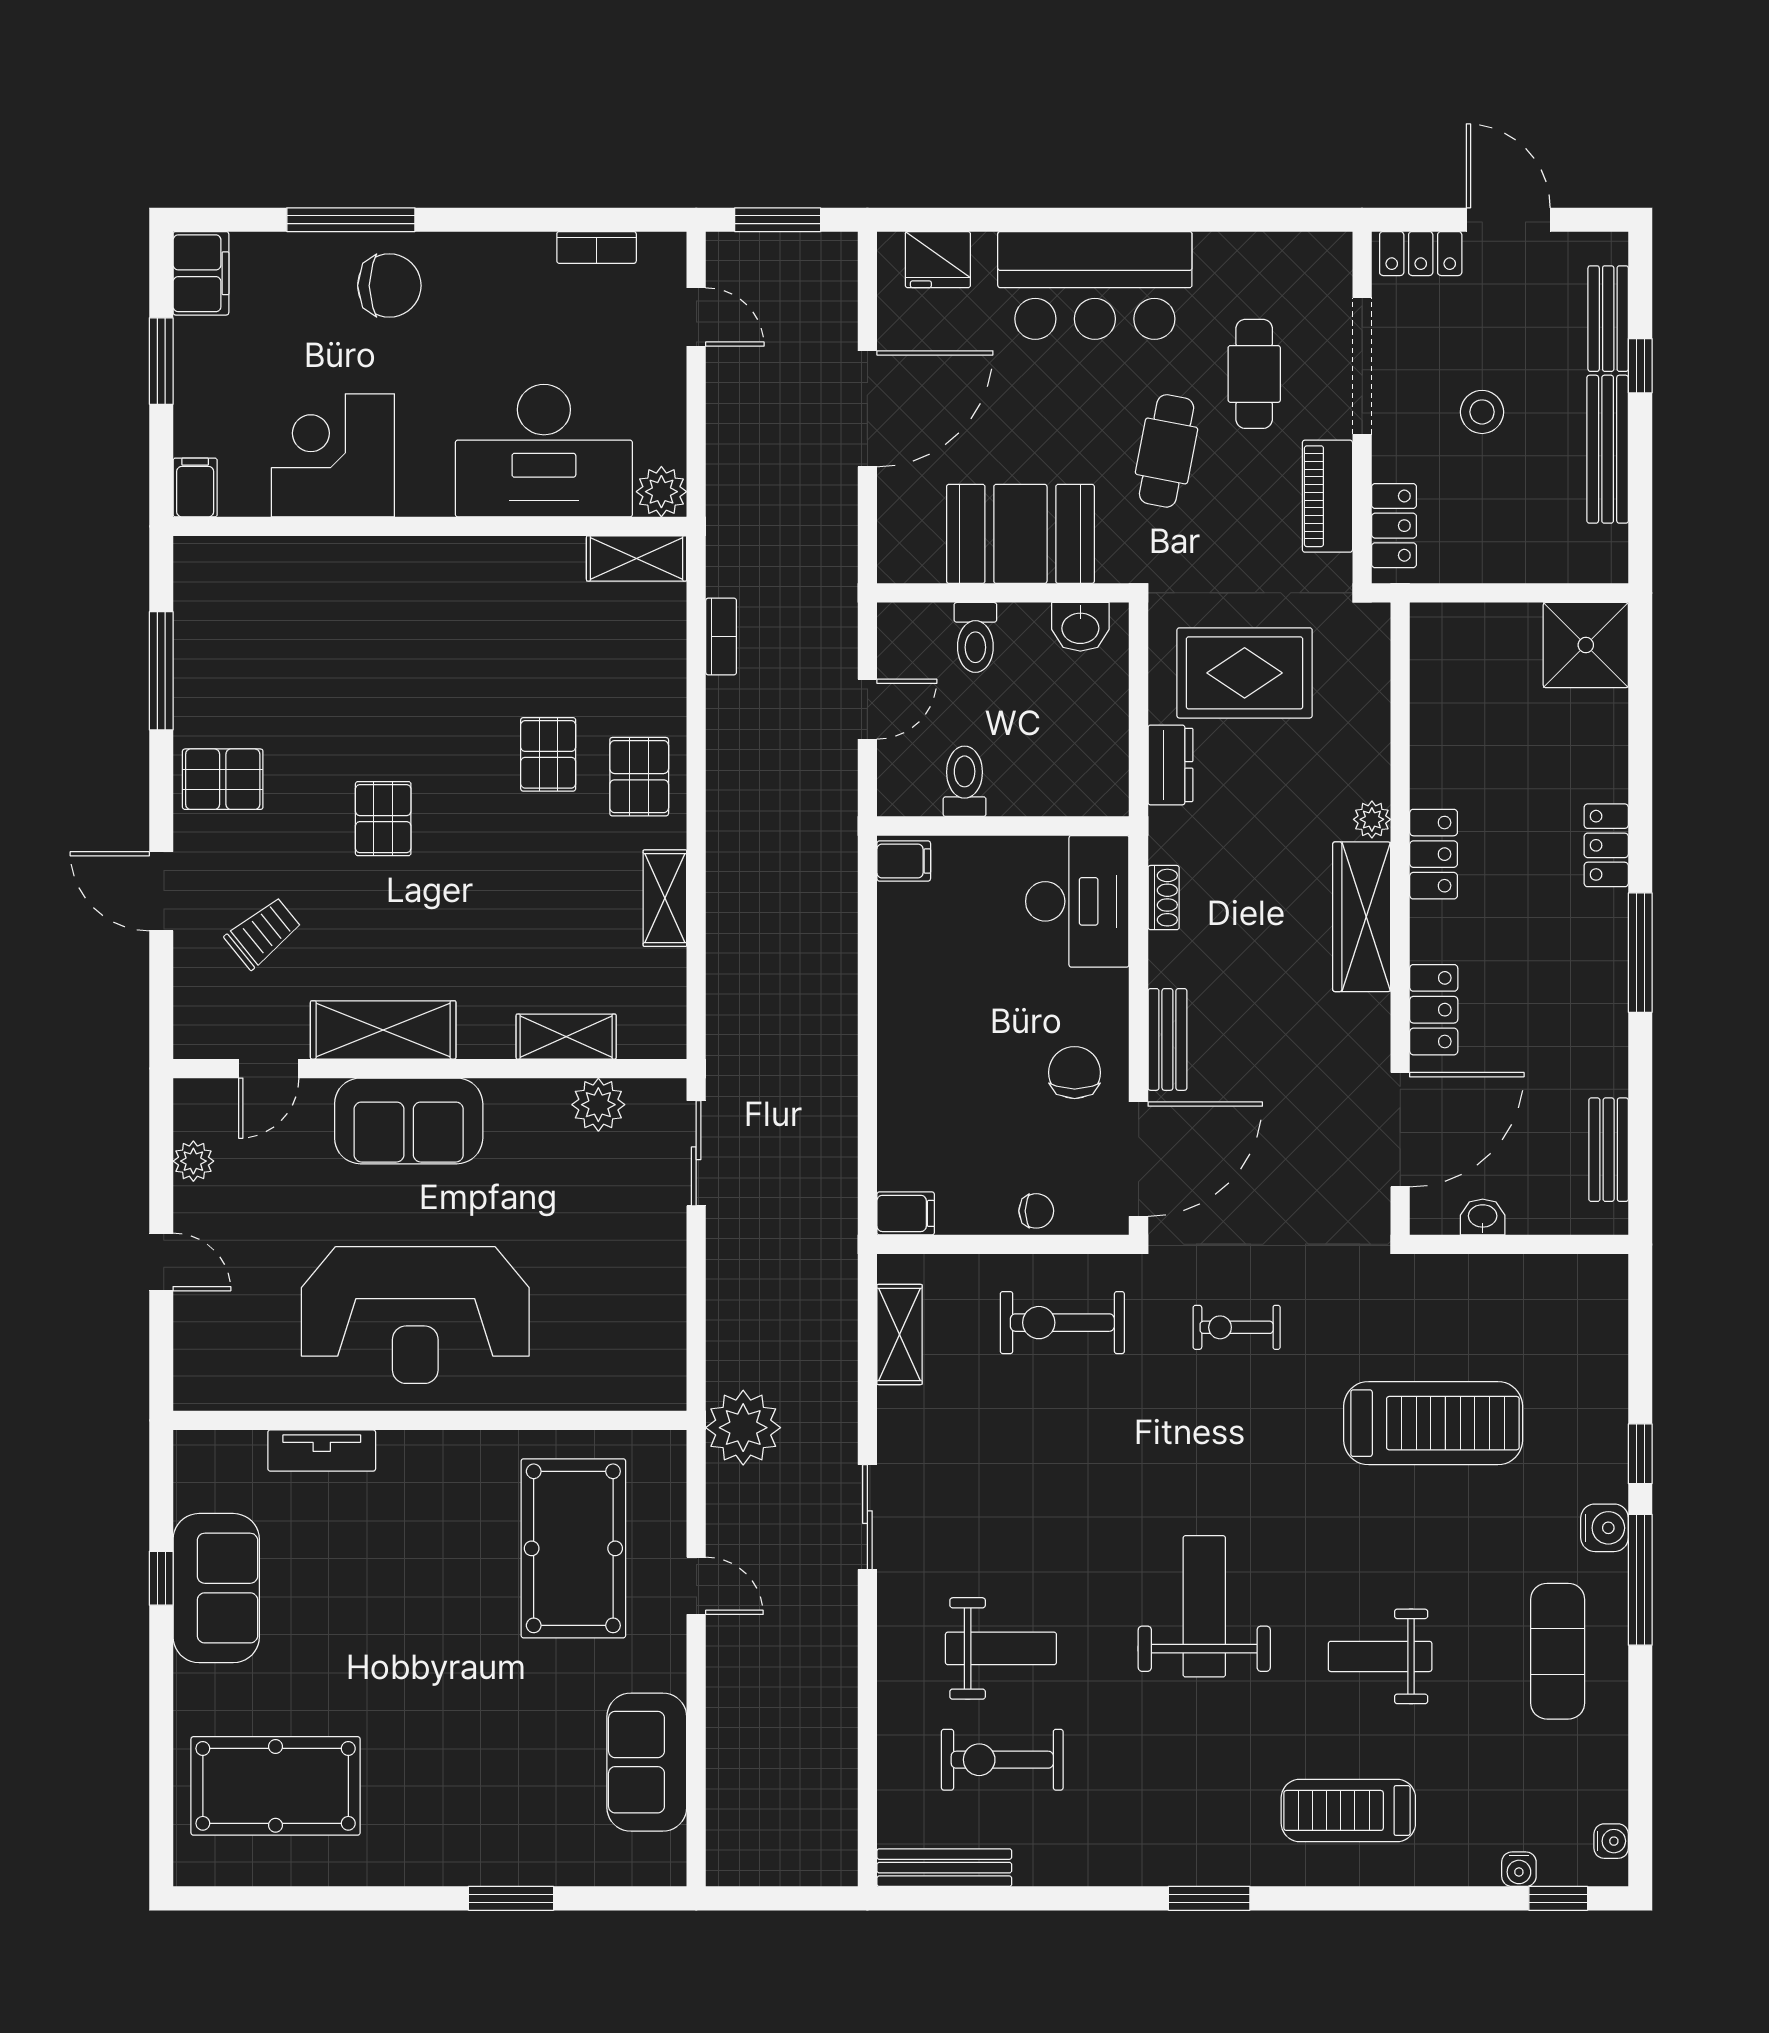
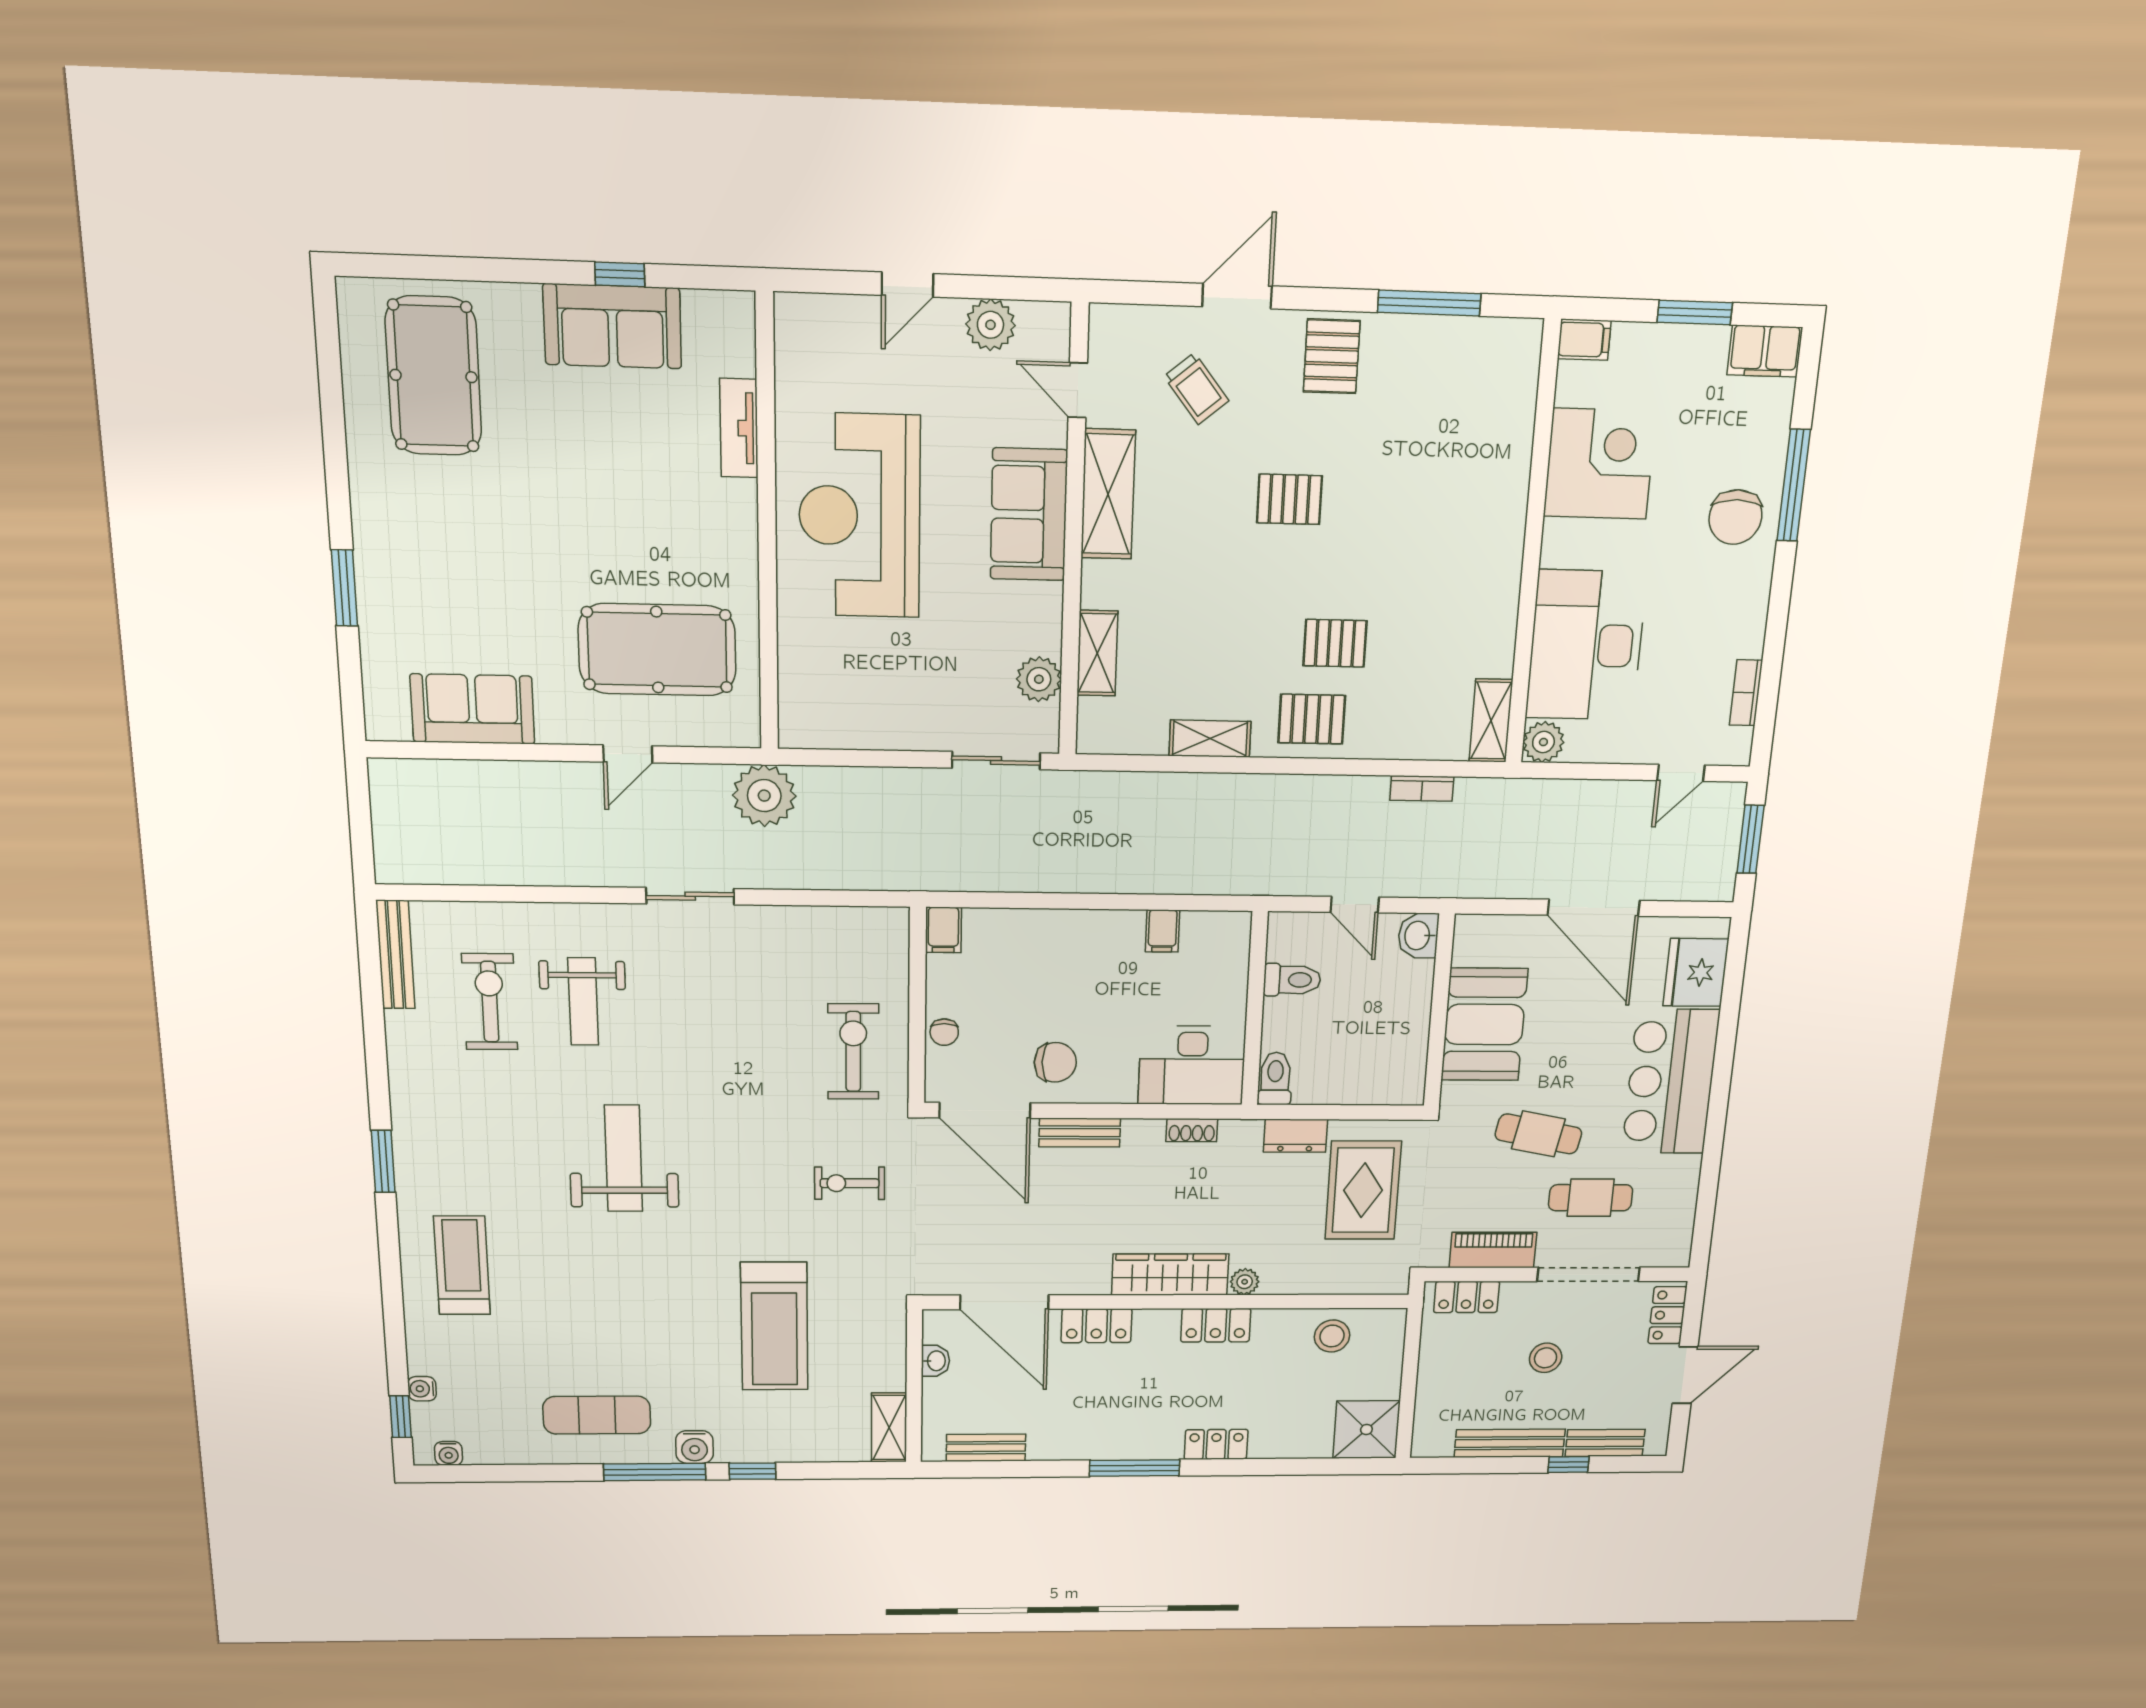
fridge: (938, 260) -> (1696, 972), width x1.36, depth x1.34
washbasin: (1080, 627) -> (1418, 936), moved
toilet: (975, 637) -> (1275, 1079), moved, turned 90
stool: (1449, 700) -> (1332, 1336), added
filing cabinet: (904, 861) -> (1163, 931), moved
plant: (193, 1161) -> (990, 325), width x1.38, depth x1.38
exercise bike: (1237, 1327) -> (850, 1183), turned -90
shelving: (900, 1334) -> (889, 1428), moved, turned 90
weight bench: (1204, 1606) -> (624, 1158), turned -90
weight bench: (1380, 1656) -> (588, 1288), removed

